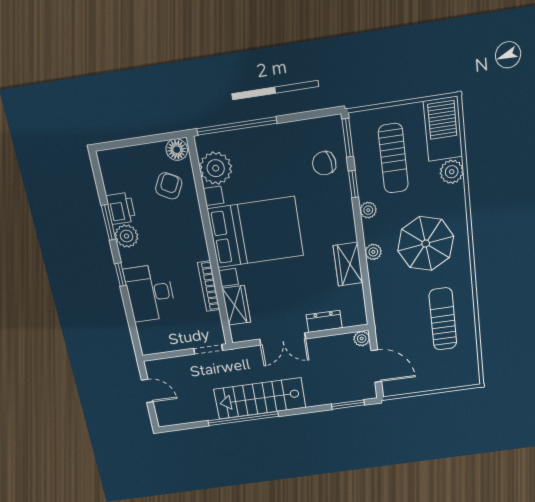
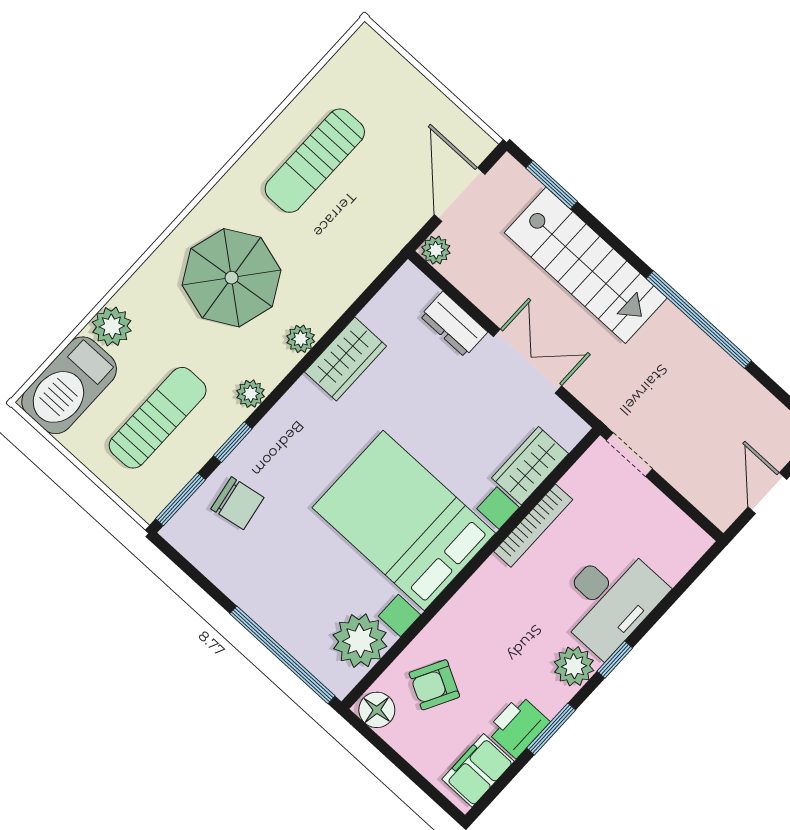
filing cabinet: (113, 174) -> (478, 770), added
plant: (127, 236) -> (574, 666), moved
stairs: (260, 398) -> (586, 265), moved

